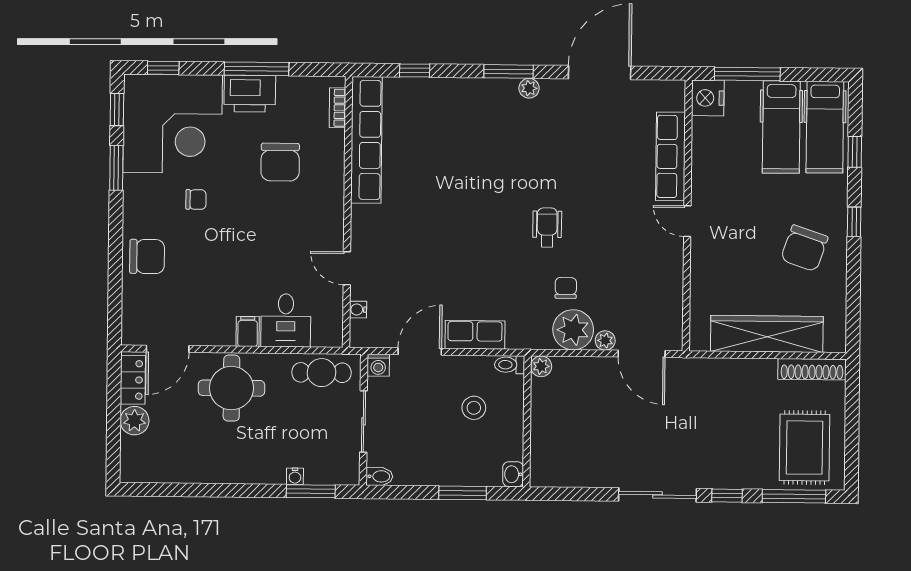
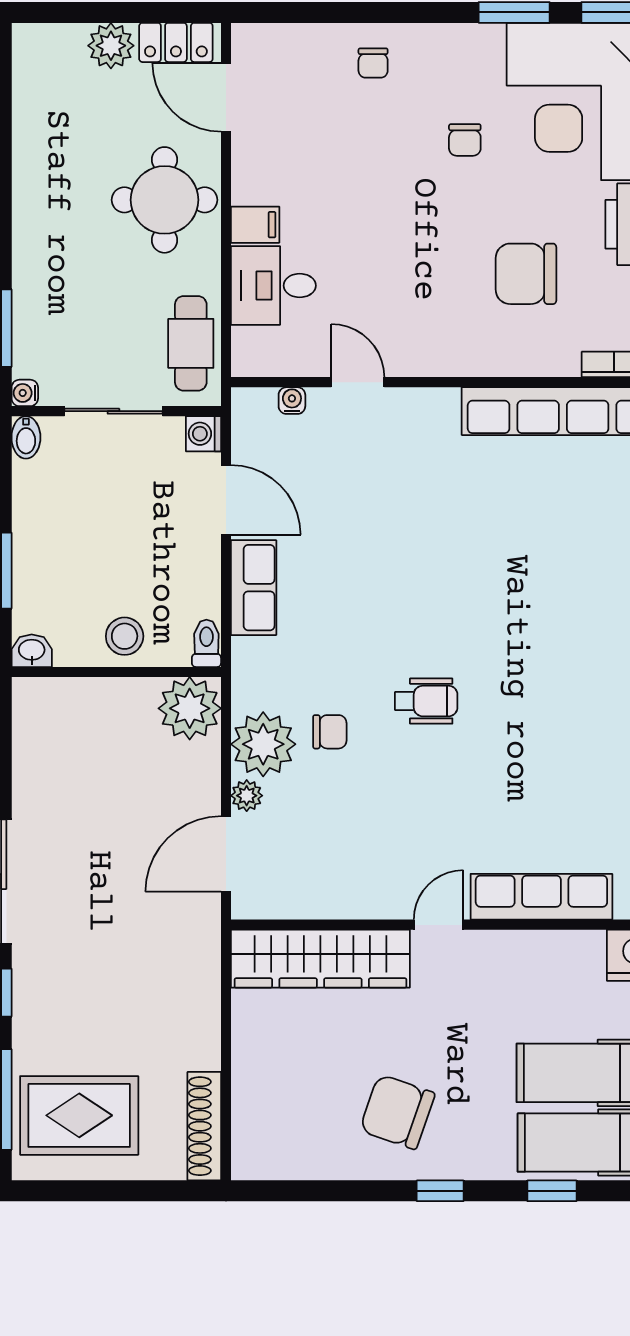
chair: (147, 256) -> (373, 63), width x0.54, depth x0.54
door: (347, 268) -> (358, 382), hinge flipped
wardrobe: (767, 334) -> (320, 959), moved, turned 90
plant: (541, 366) -> (190, 708), width x1.87, depth x1.87
stool: (474, 408) -> (125, 636), moved
water cooler: (295, 476) -> (25, 393), moved

